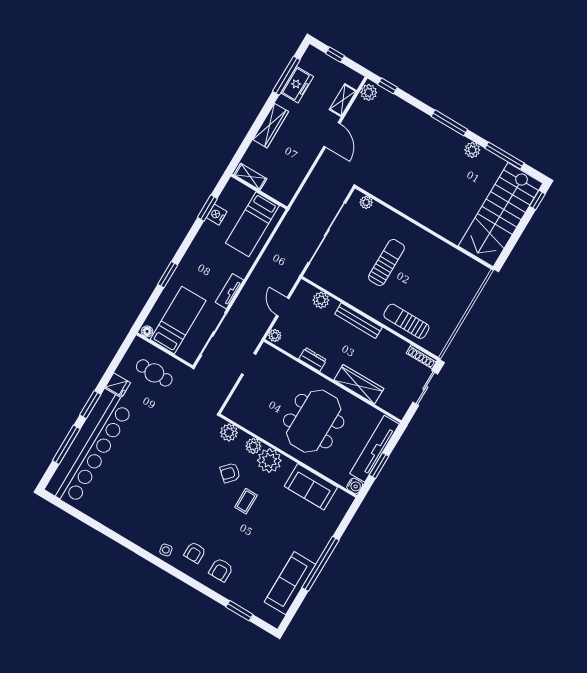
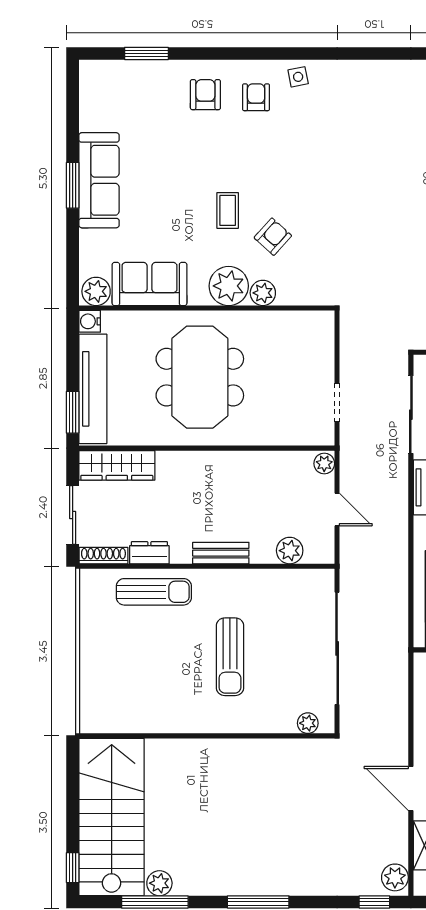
plant: (472, 150) -> (159, 883), moved
bench: (358, 321) -> (221, 553), width x0.73
dresser: (313, 359) -> (149, 553), moved, turned 180
wardrobe: (359, 384) -> (117, 465), moved
plant: (229, 432) -> (96, 291), moved
window: (379, 466) -> (73, 412), moved
window: (321, 564) -> (73, 185), width x0.47
sofa: (290, 583) -> (99, 180), moved

